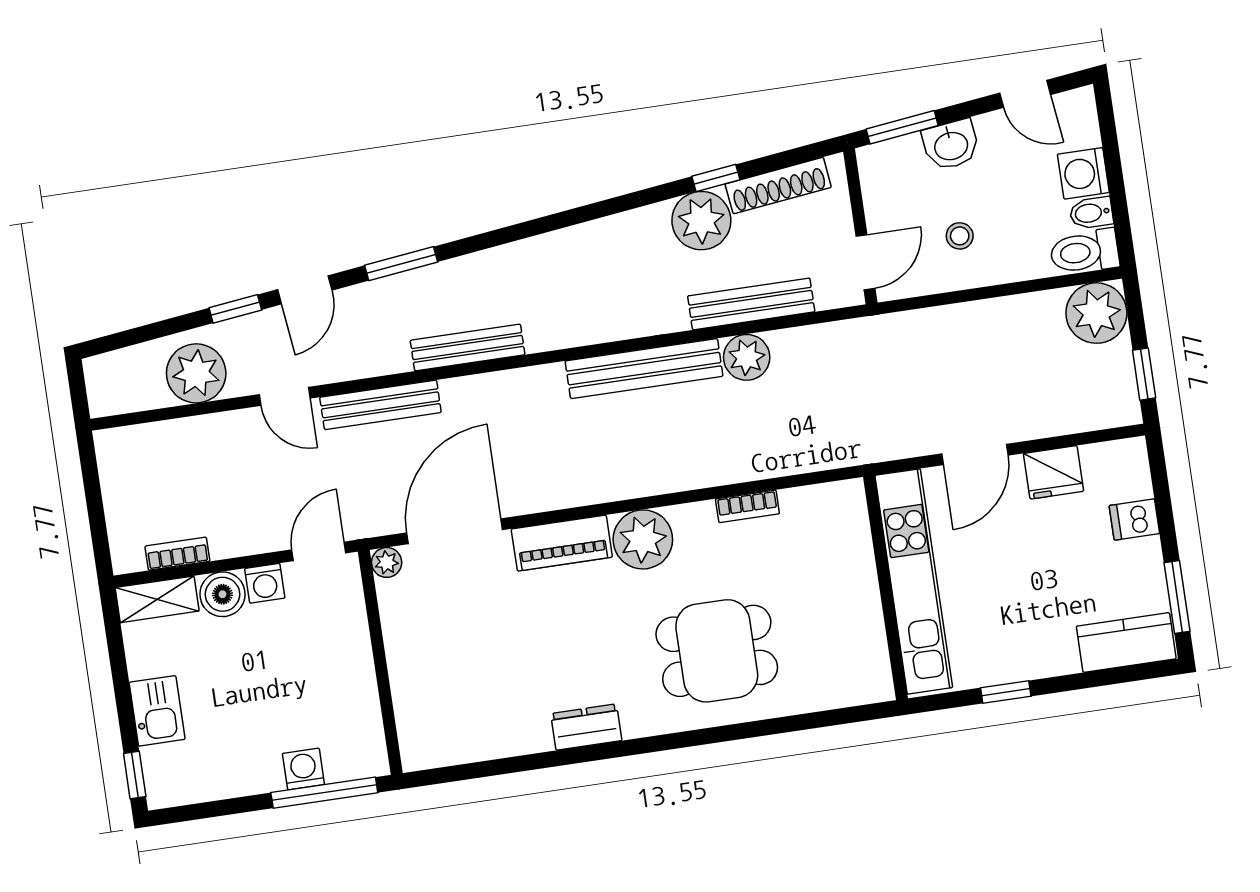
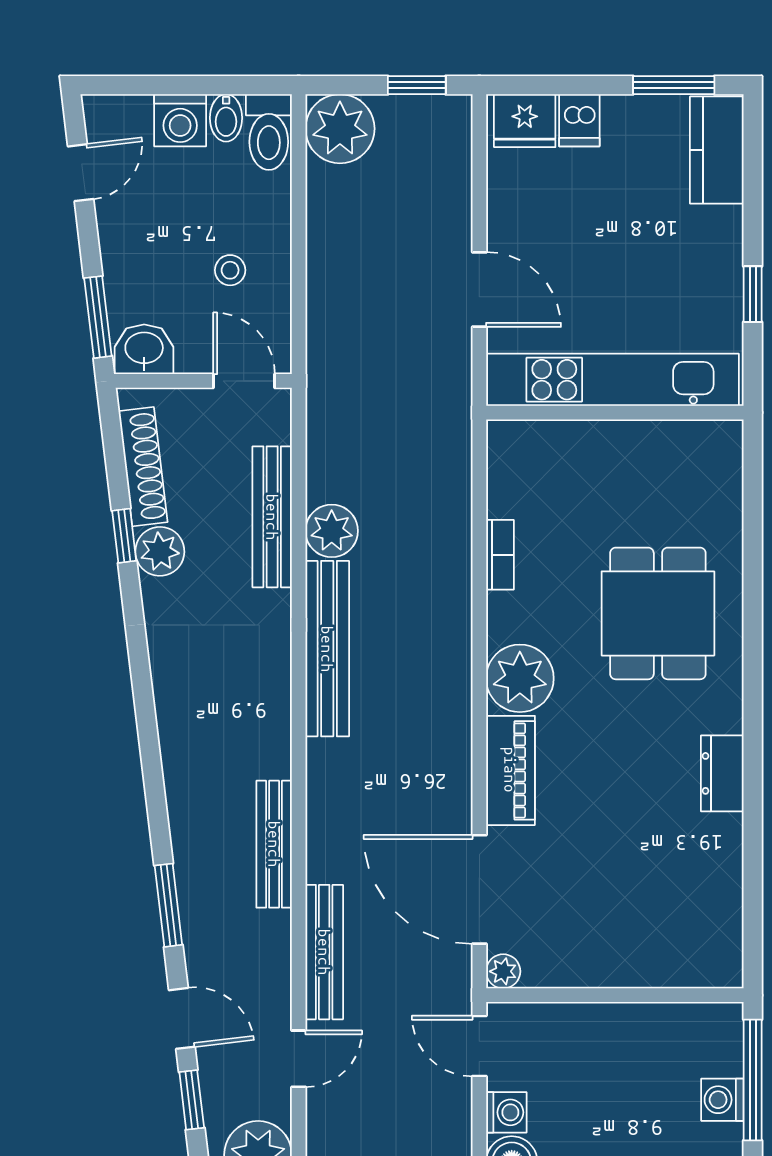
washbasin: (951, 145) -> (144, 349), moved, turned -83
plant: (701, 221) -> (160, 551), width x0.73, depth x0.73
fridge: (1053, 472) -> (525, 121), moved, turned 90

